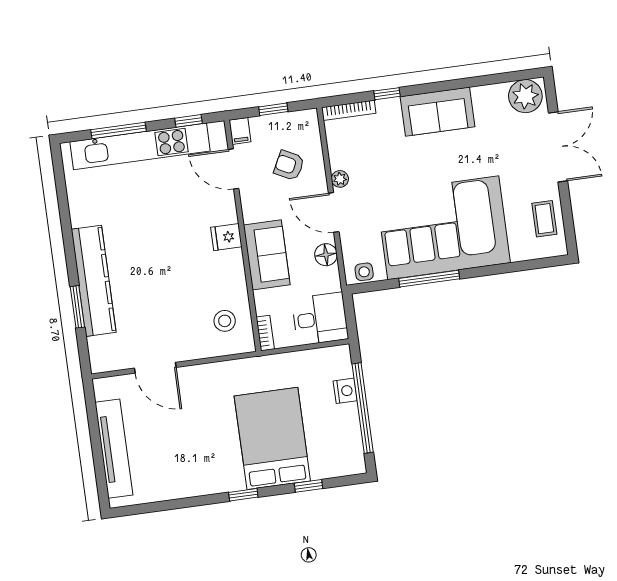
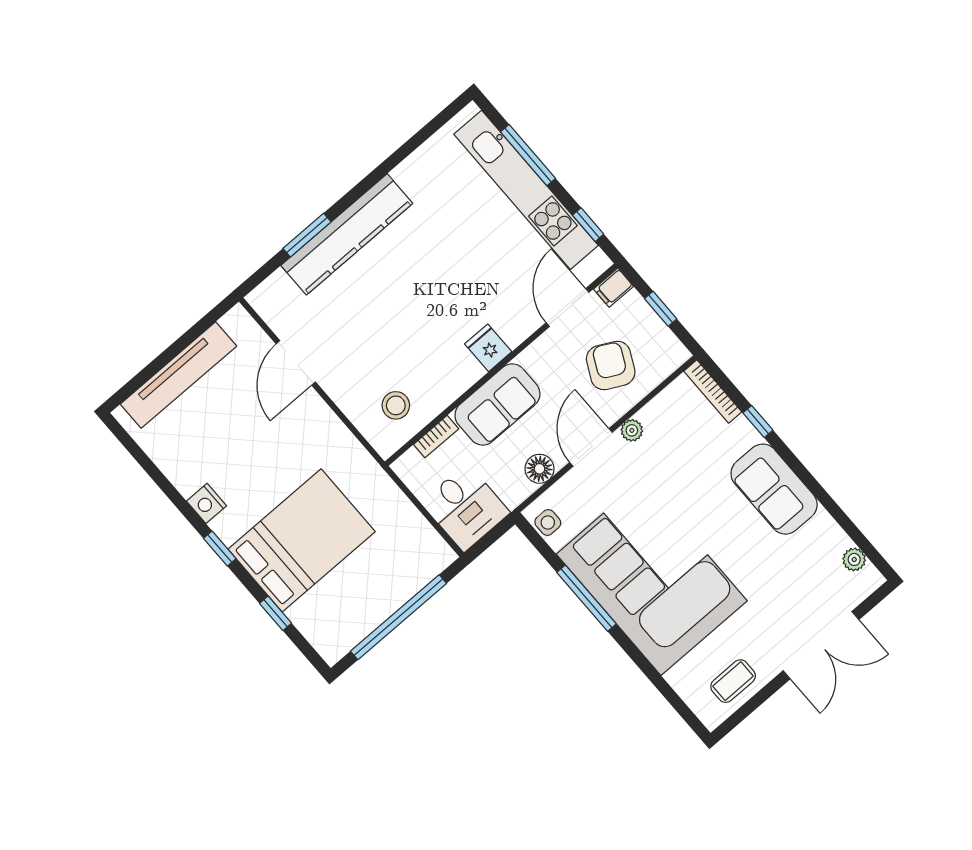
plant: (525, 96) -> (854, 559), width x0.53, depth x0.53
armchair: (289, 165) -> (611, 365), width x1.38, depth x1.38
bookcase: (265, 333) -> (436, 437), moved
nightstand: (345, 391) -> (207, 503), moved, turned 90

